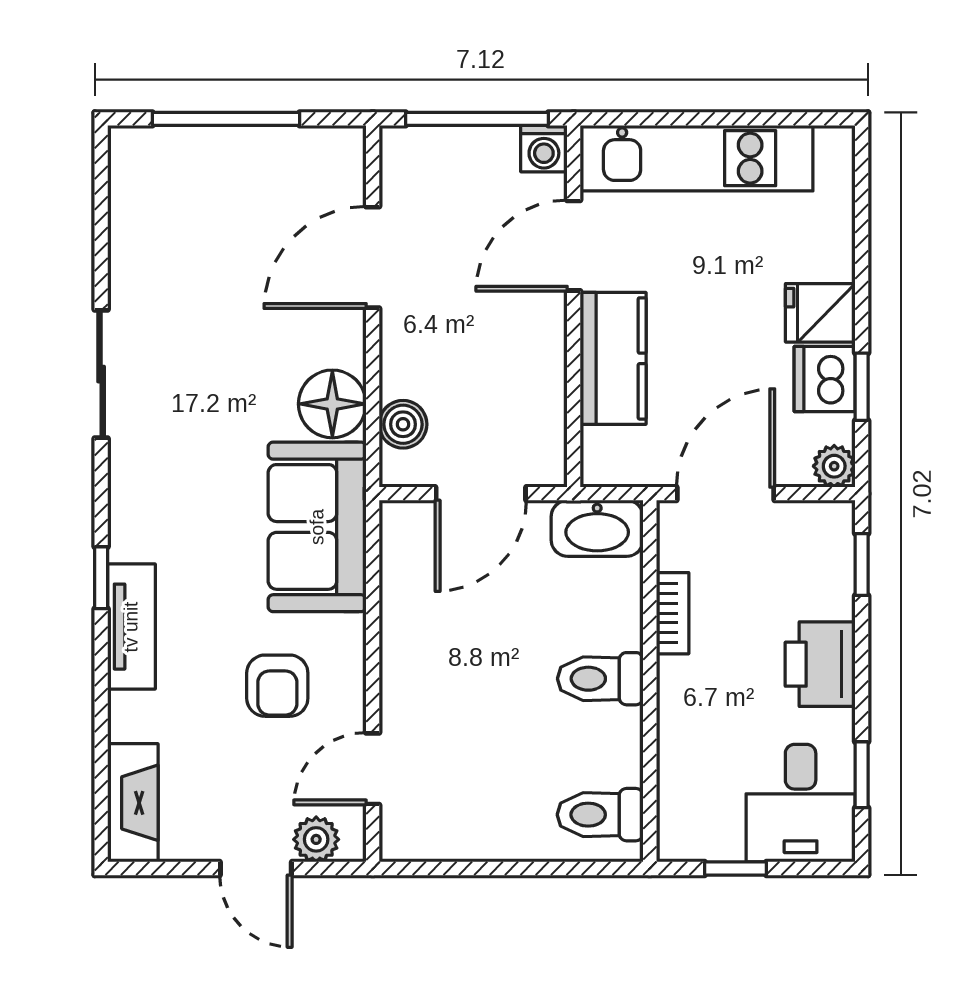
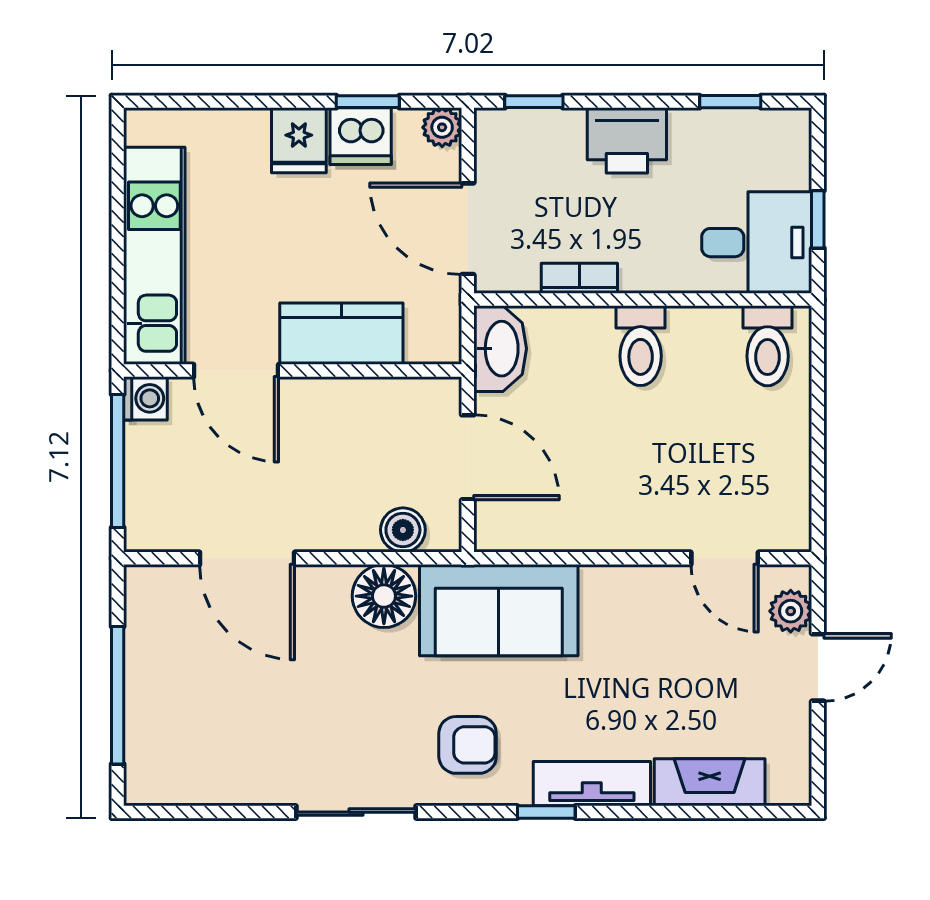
armchair: (277, 686) -> (468, 745), moved
fireplace: (133, 803) -> (710, 782), moved
desk: (801, 803) -> (757, 243), moved

